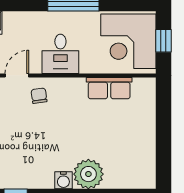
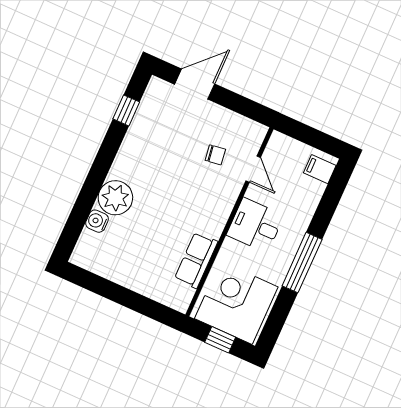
chair: (39, 96) -> (215, 155), moved
water cooler: (63, 180) -> (97, 221), moved

